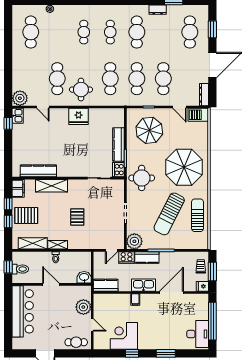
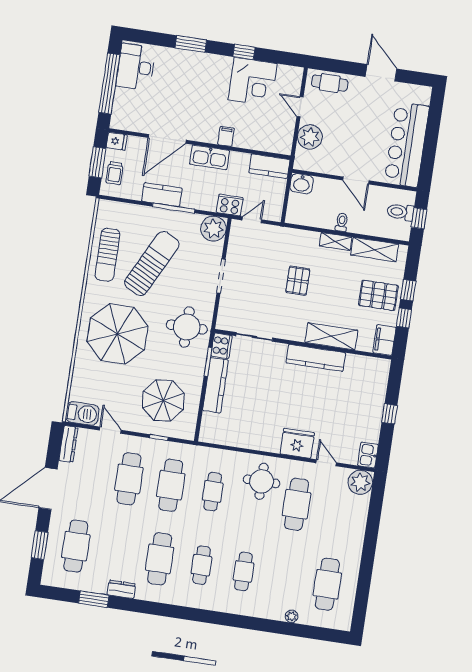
cafe table: (110, 79) -> (213, 492), width x0.73, depth x0.74
fridge: (79, 116) -> (297, 443), moved
window: (8, 123) -> (389, 414), moved
kitchen counter: (38, 171) -> (316, 358), moved
kitchen counter: (147, 258) -> (162, 195), moved

